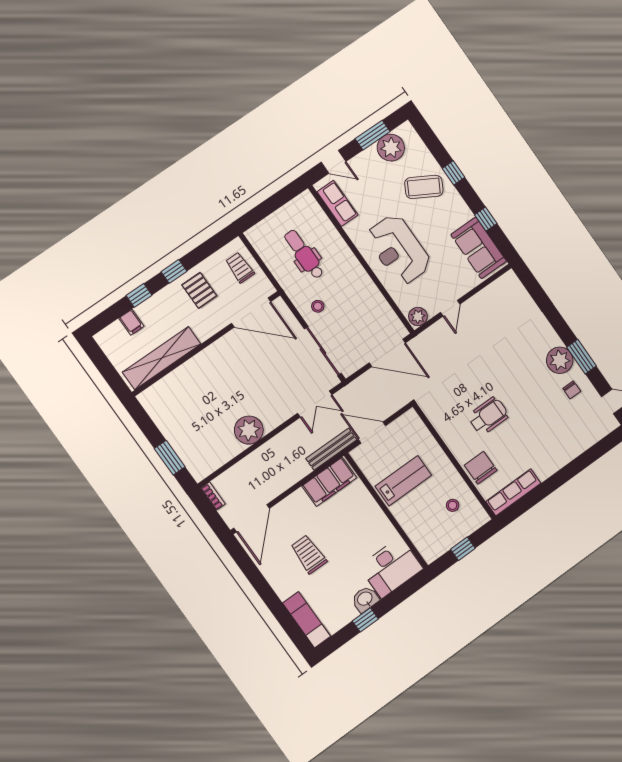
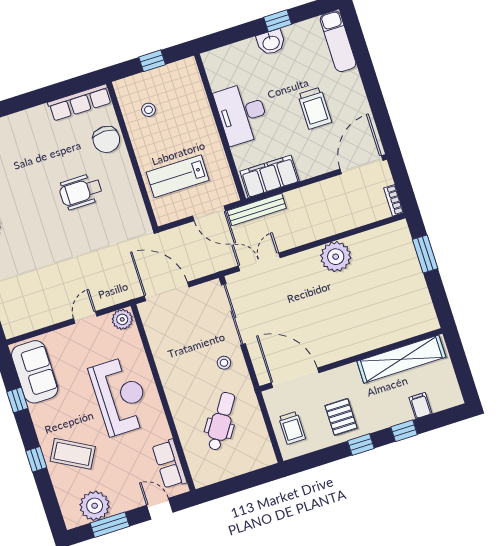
dental chair: (304, 254) -> (221, 421), turned -147
lab bench: (403, 481) -> (178, 176), moved
desk: (391, 568) -> (242, 113), moved, turned -90

